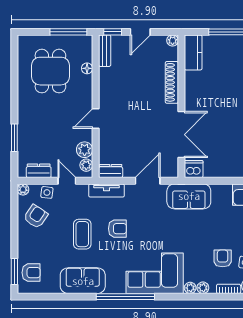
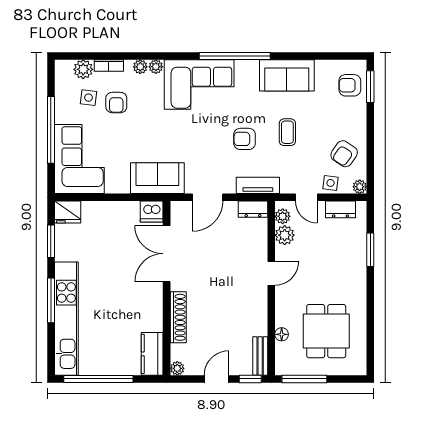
coffee table: (82, 234) -> (287, 132), width x0.73, depth x0.77

